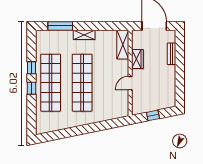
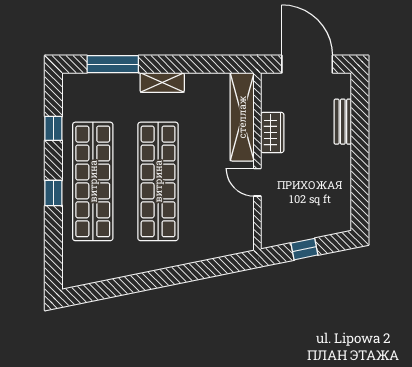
shelving: (123, 45) -> (242, 117), width x1.47
window: (32, 68) -> (53, 128), moved
door: (130, 83) -> (257, 182), hinge flipped

